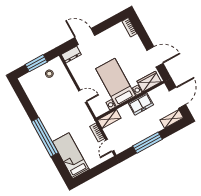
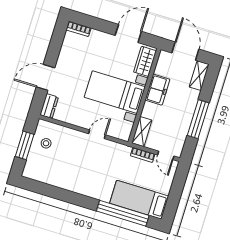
window: (45, 137) -> (123, 213), moved

